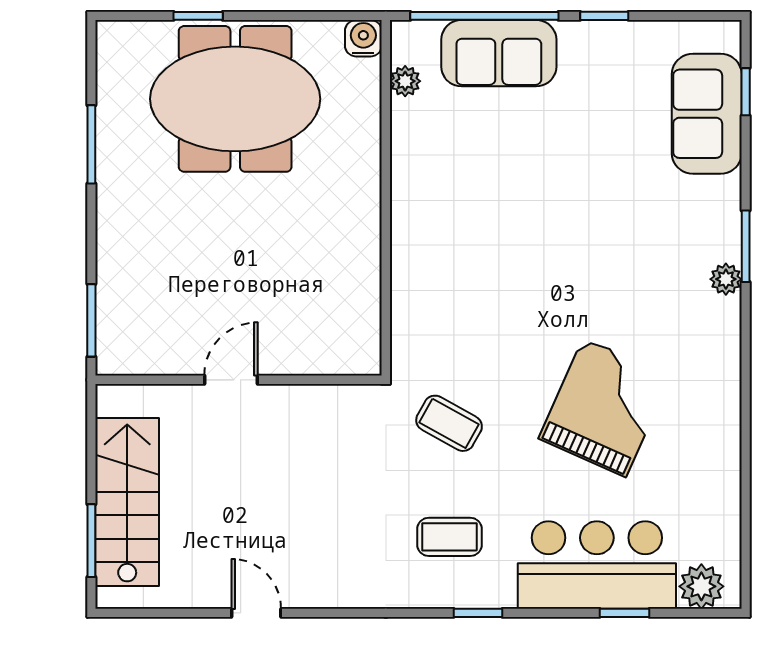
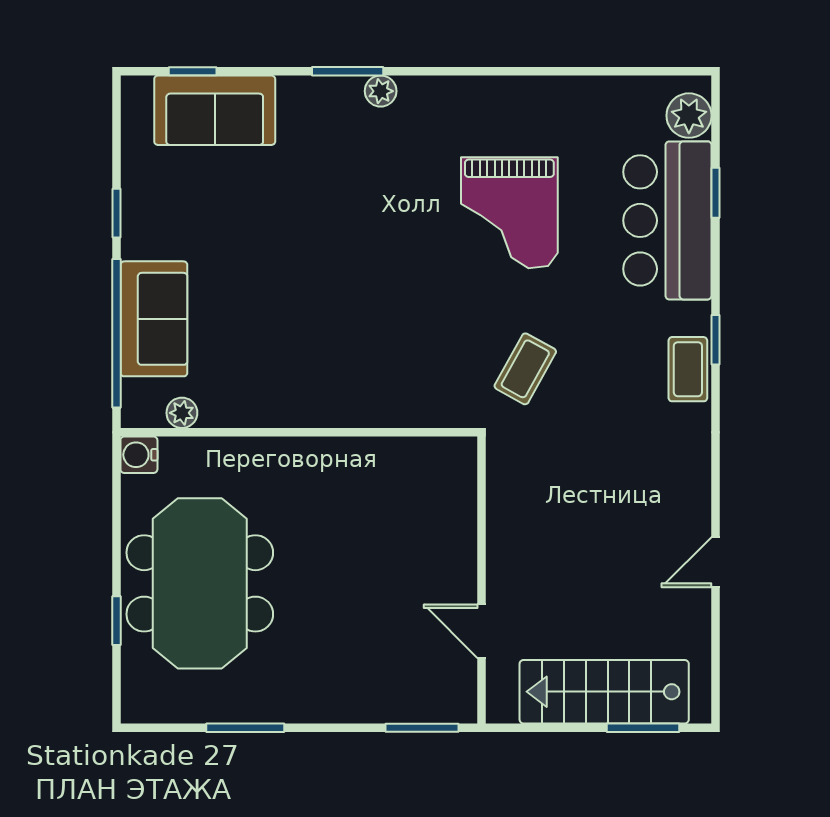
door: (231, 380) -> (482, 631), moved
grand piano: (605, 407) -> (509, 213), turned -114
coffee table: (450, 537) -> (688, 369), moved

